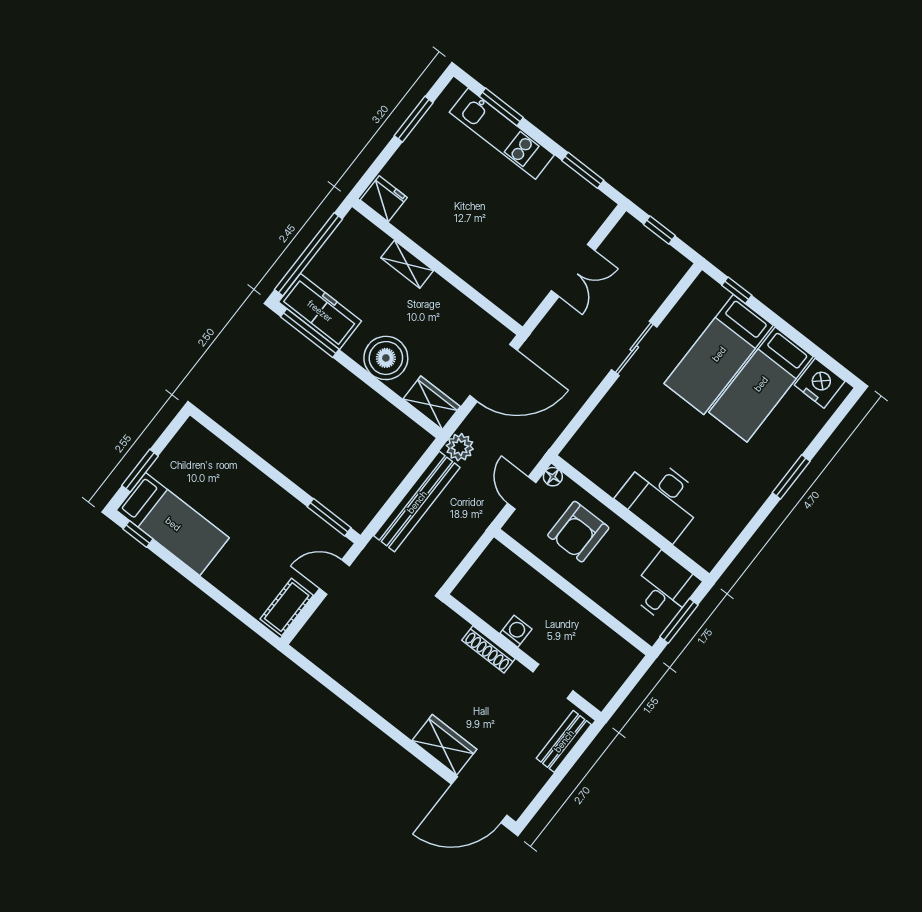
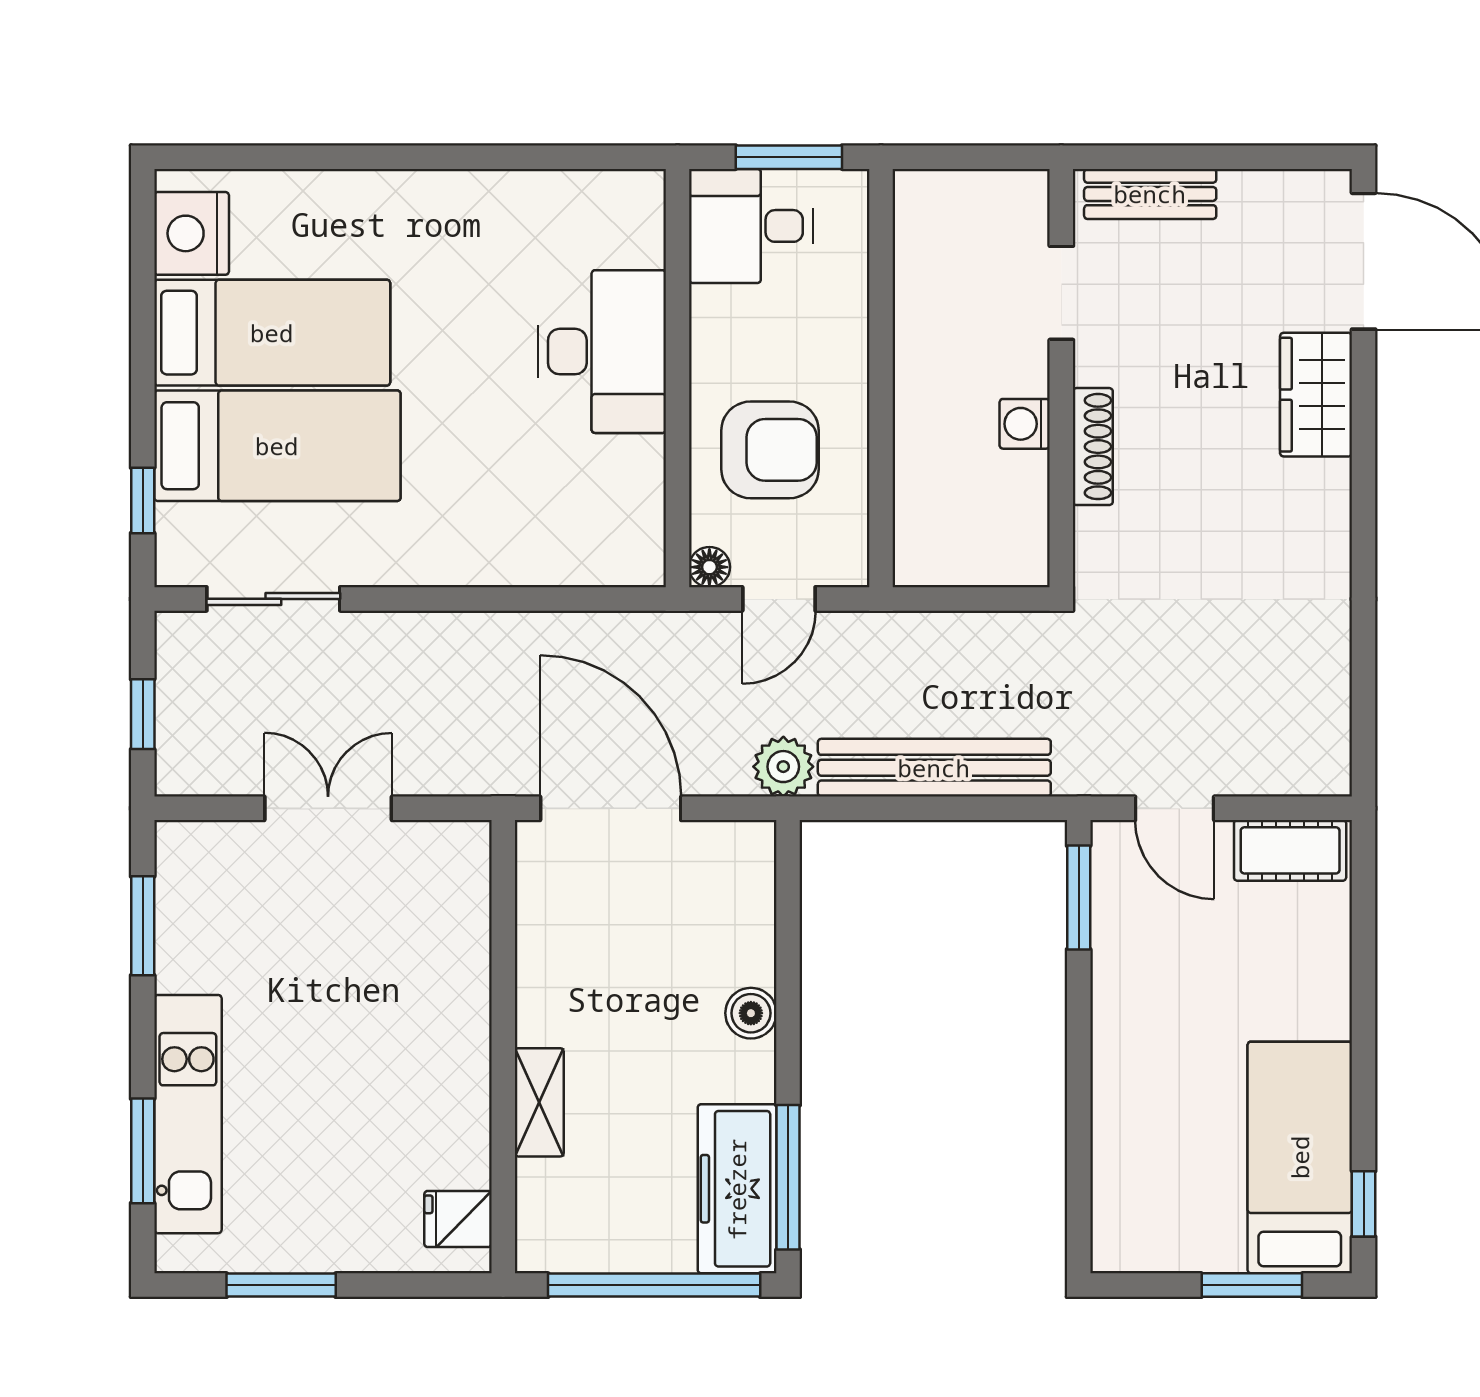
fridge: (384, 199) -> (458, 1219), width x0.72
sliding door: (634, 348) -> (273, 599), moved
boiler: (386, 358) -> (751, 1013), width x0.54, depth x0.54
wardrobe: (432, 403) -> (745, 875), removed
window: (791, 477) -> (391, 157), removed

